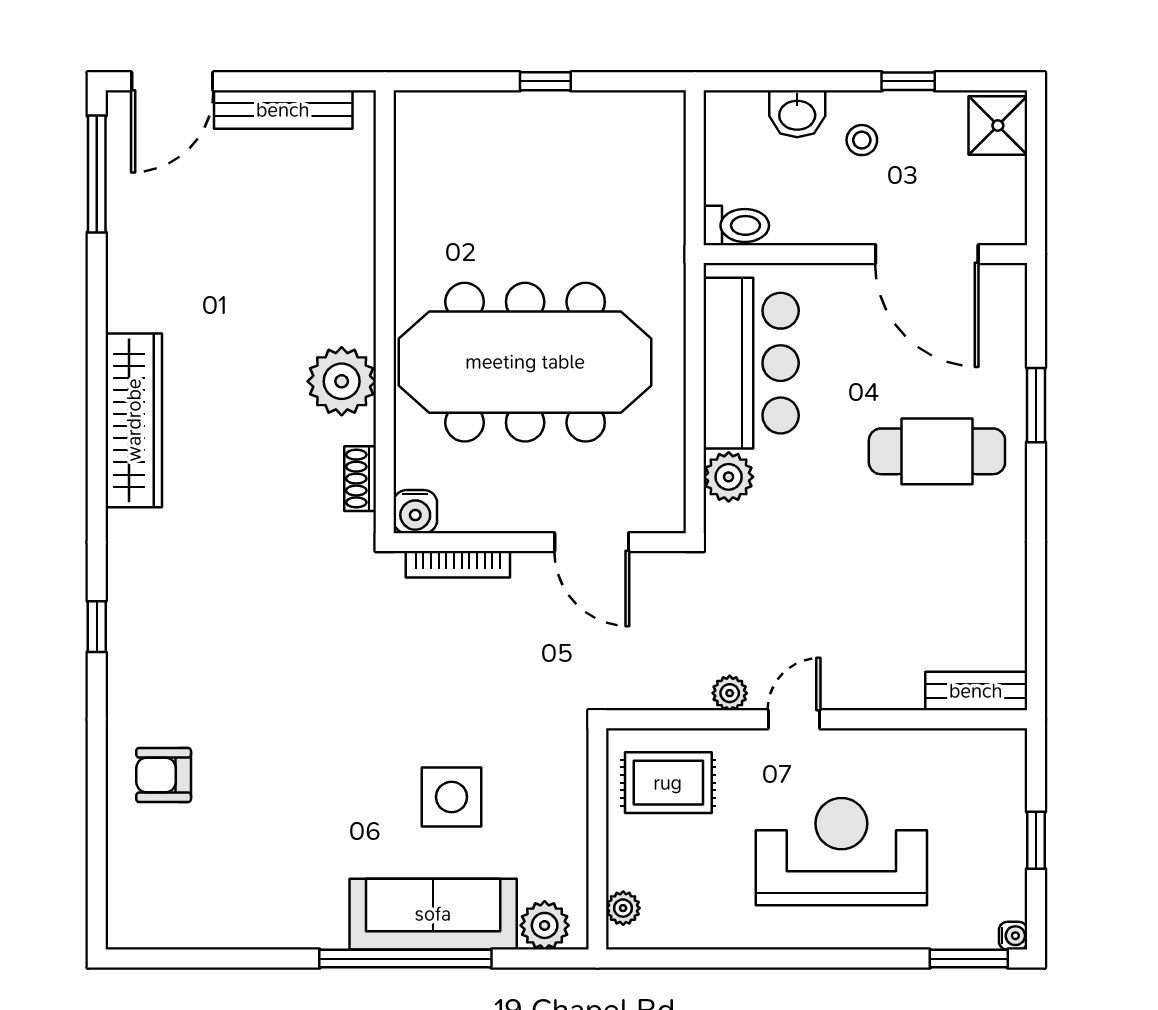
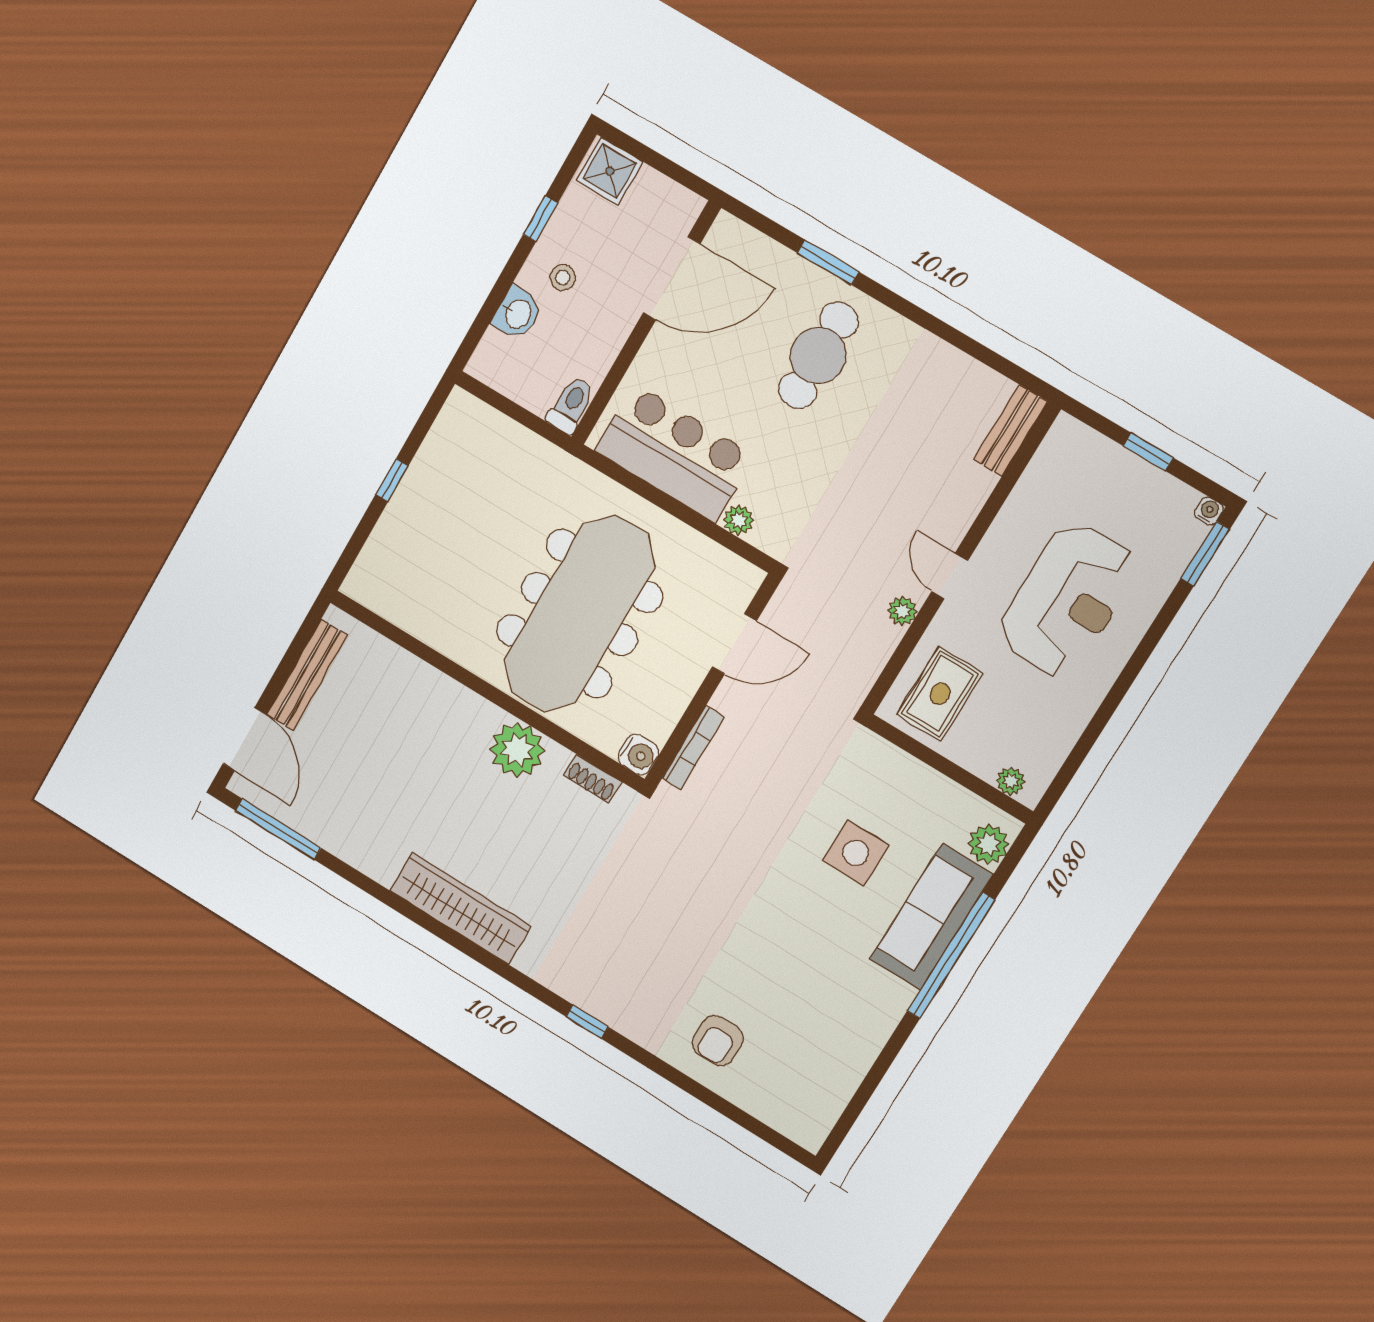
plant: (729, 477) -> (739, 520), width x0.73, depth x0.73
reception desk: (841, 852) -> (1068, 600), turned 180

